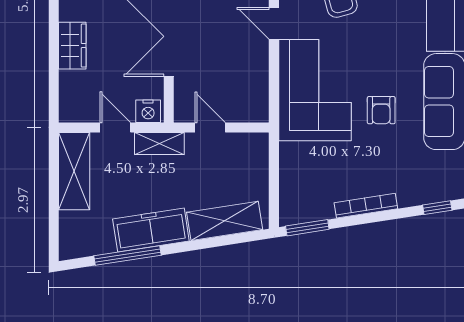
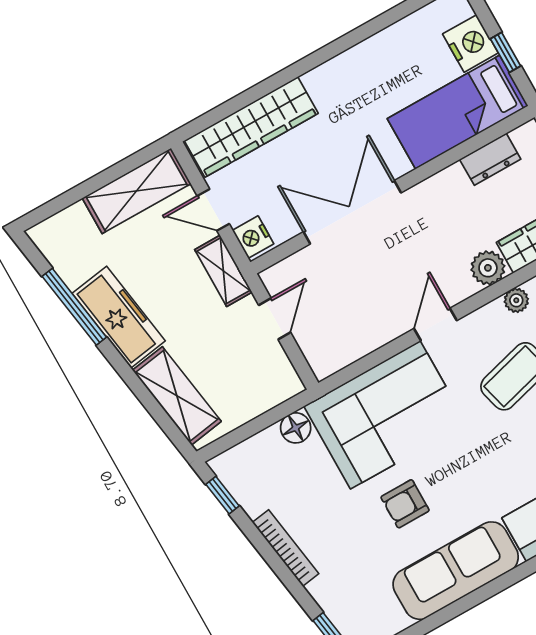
wardrobe: (72, 46) -> (251, 127), width x2.10, depth x1.17
door: (115, 127) -> (213, 210), swing flipped
floor lamp: (290, 154) -> (296, 428), added
window: (307, 228) -> (222, 495), width x0.67

